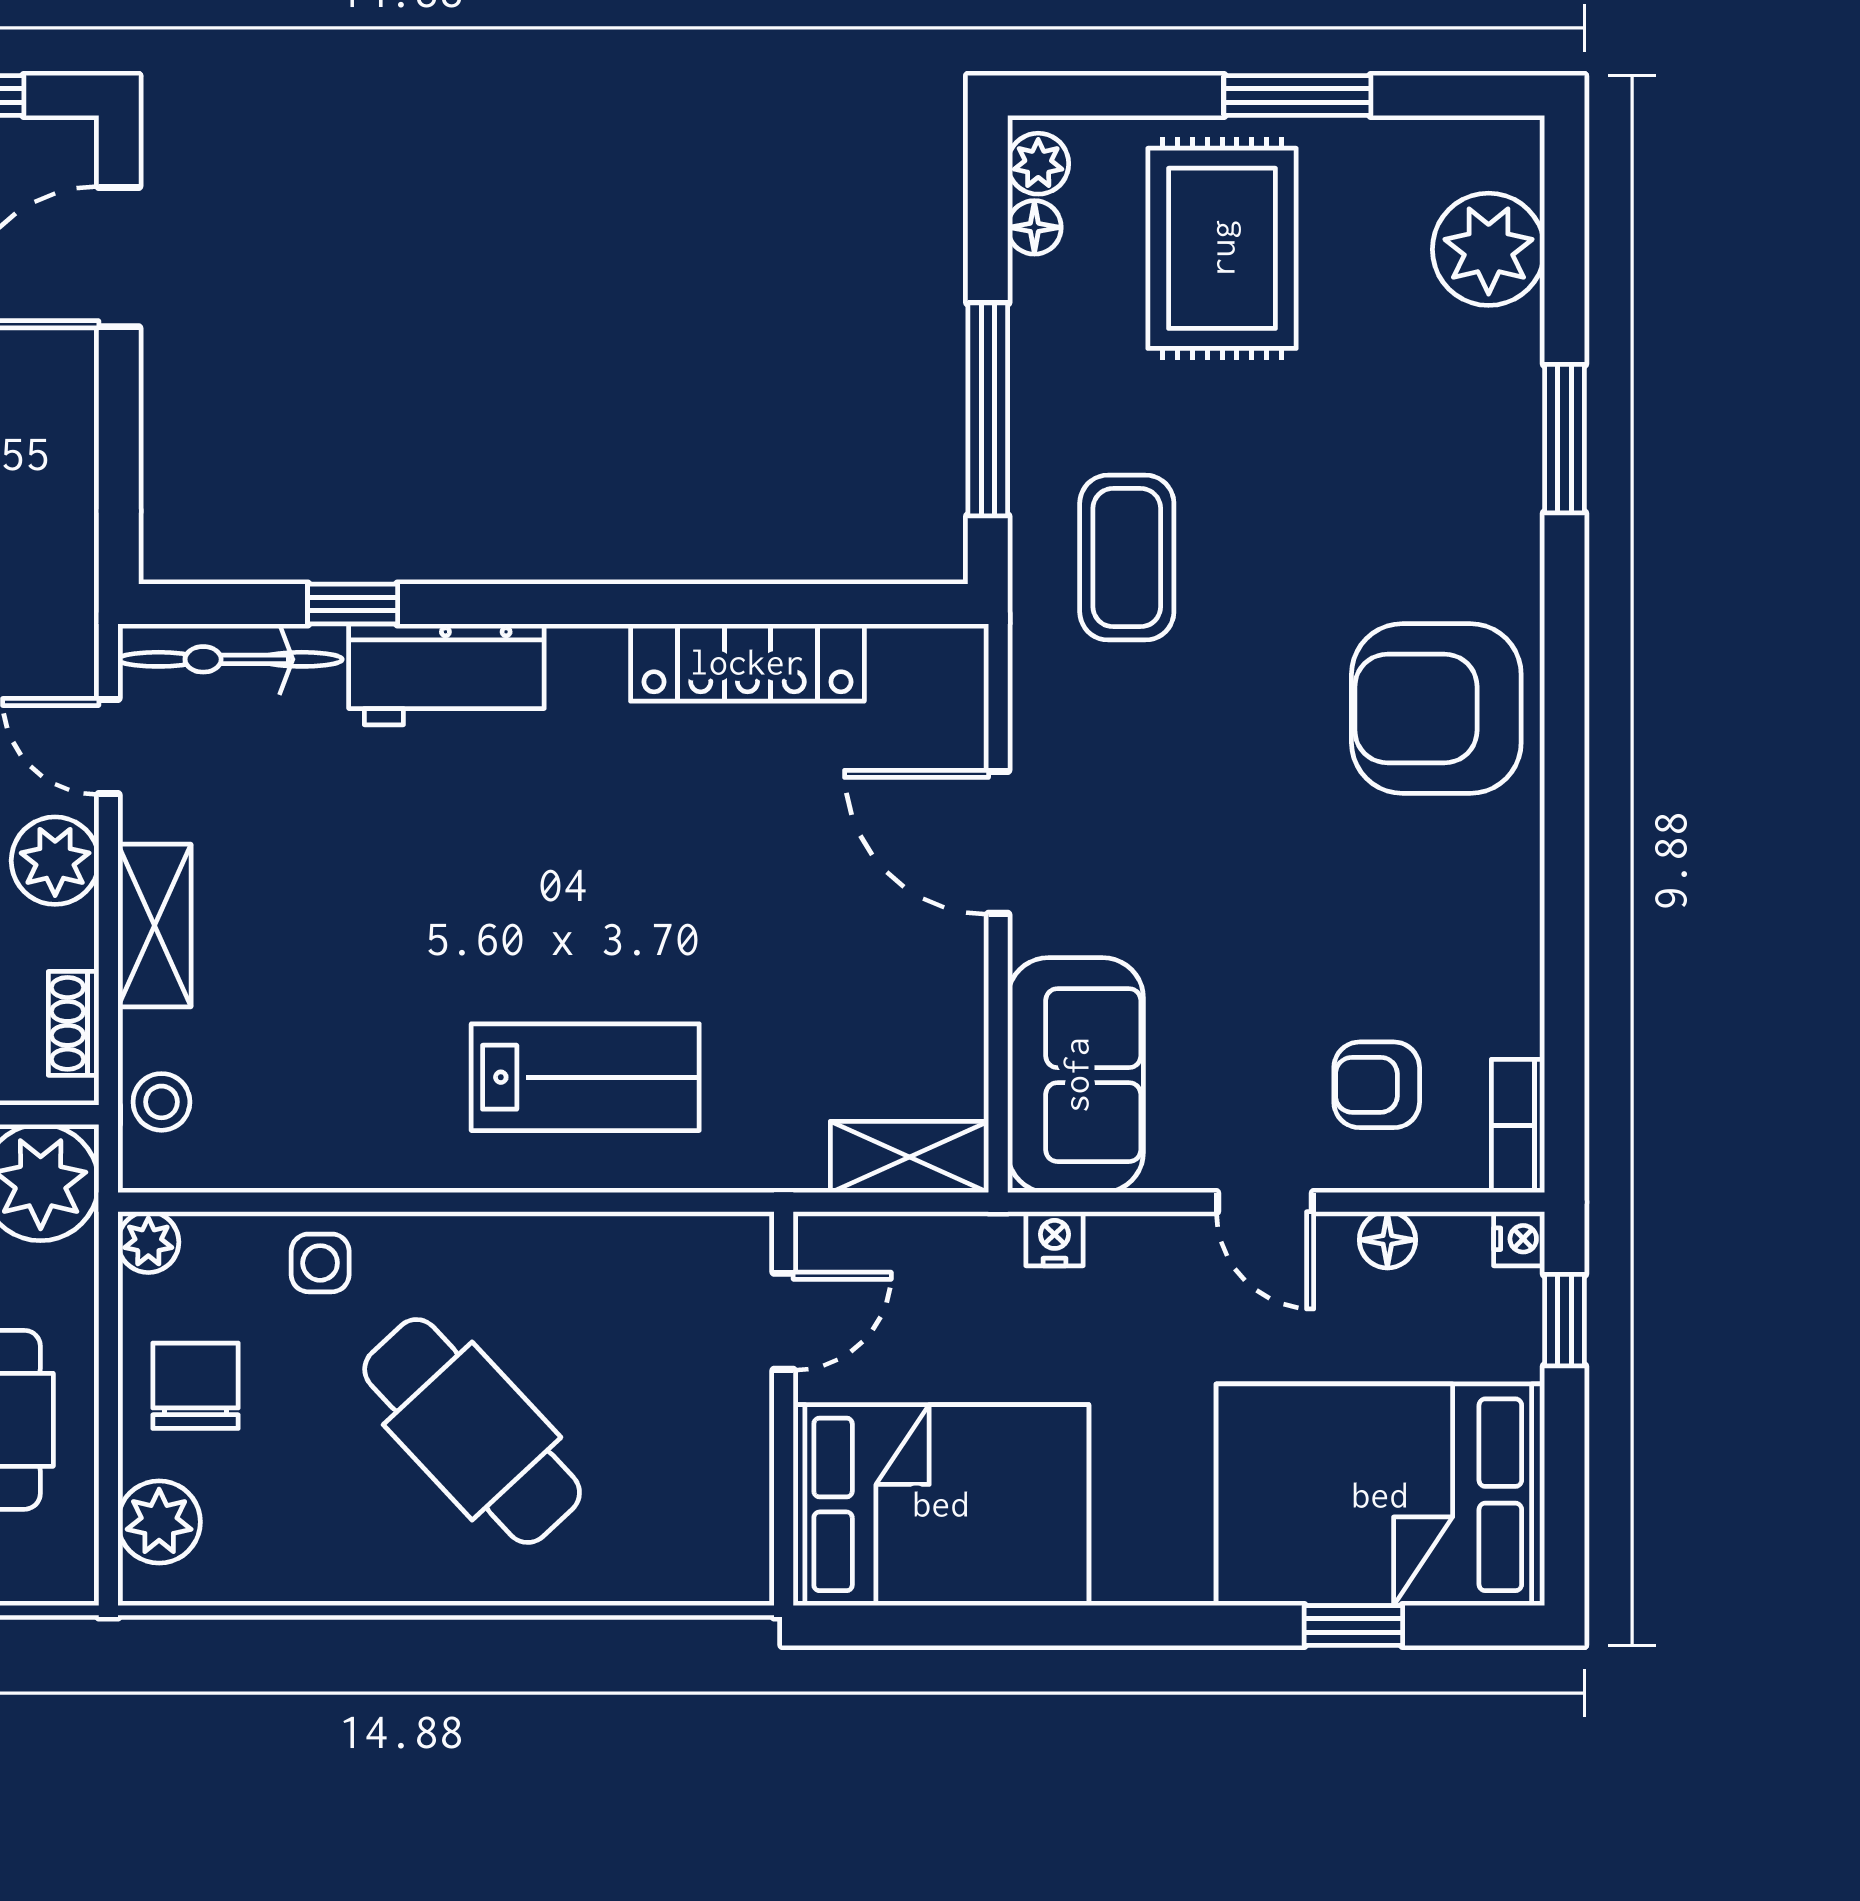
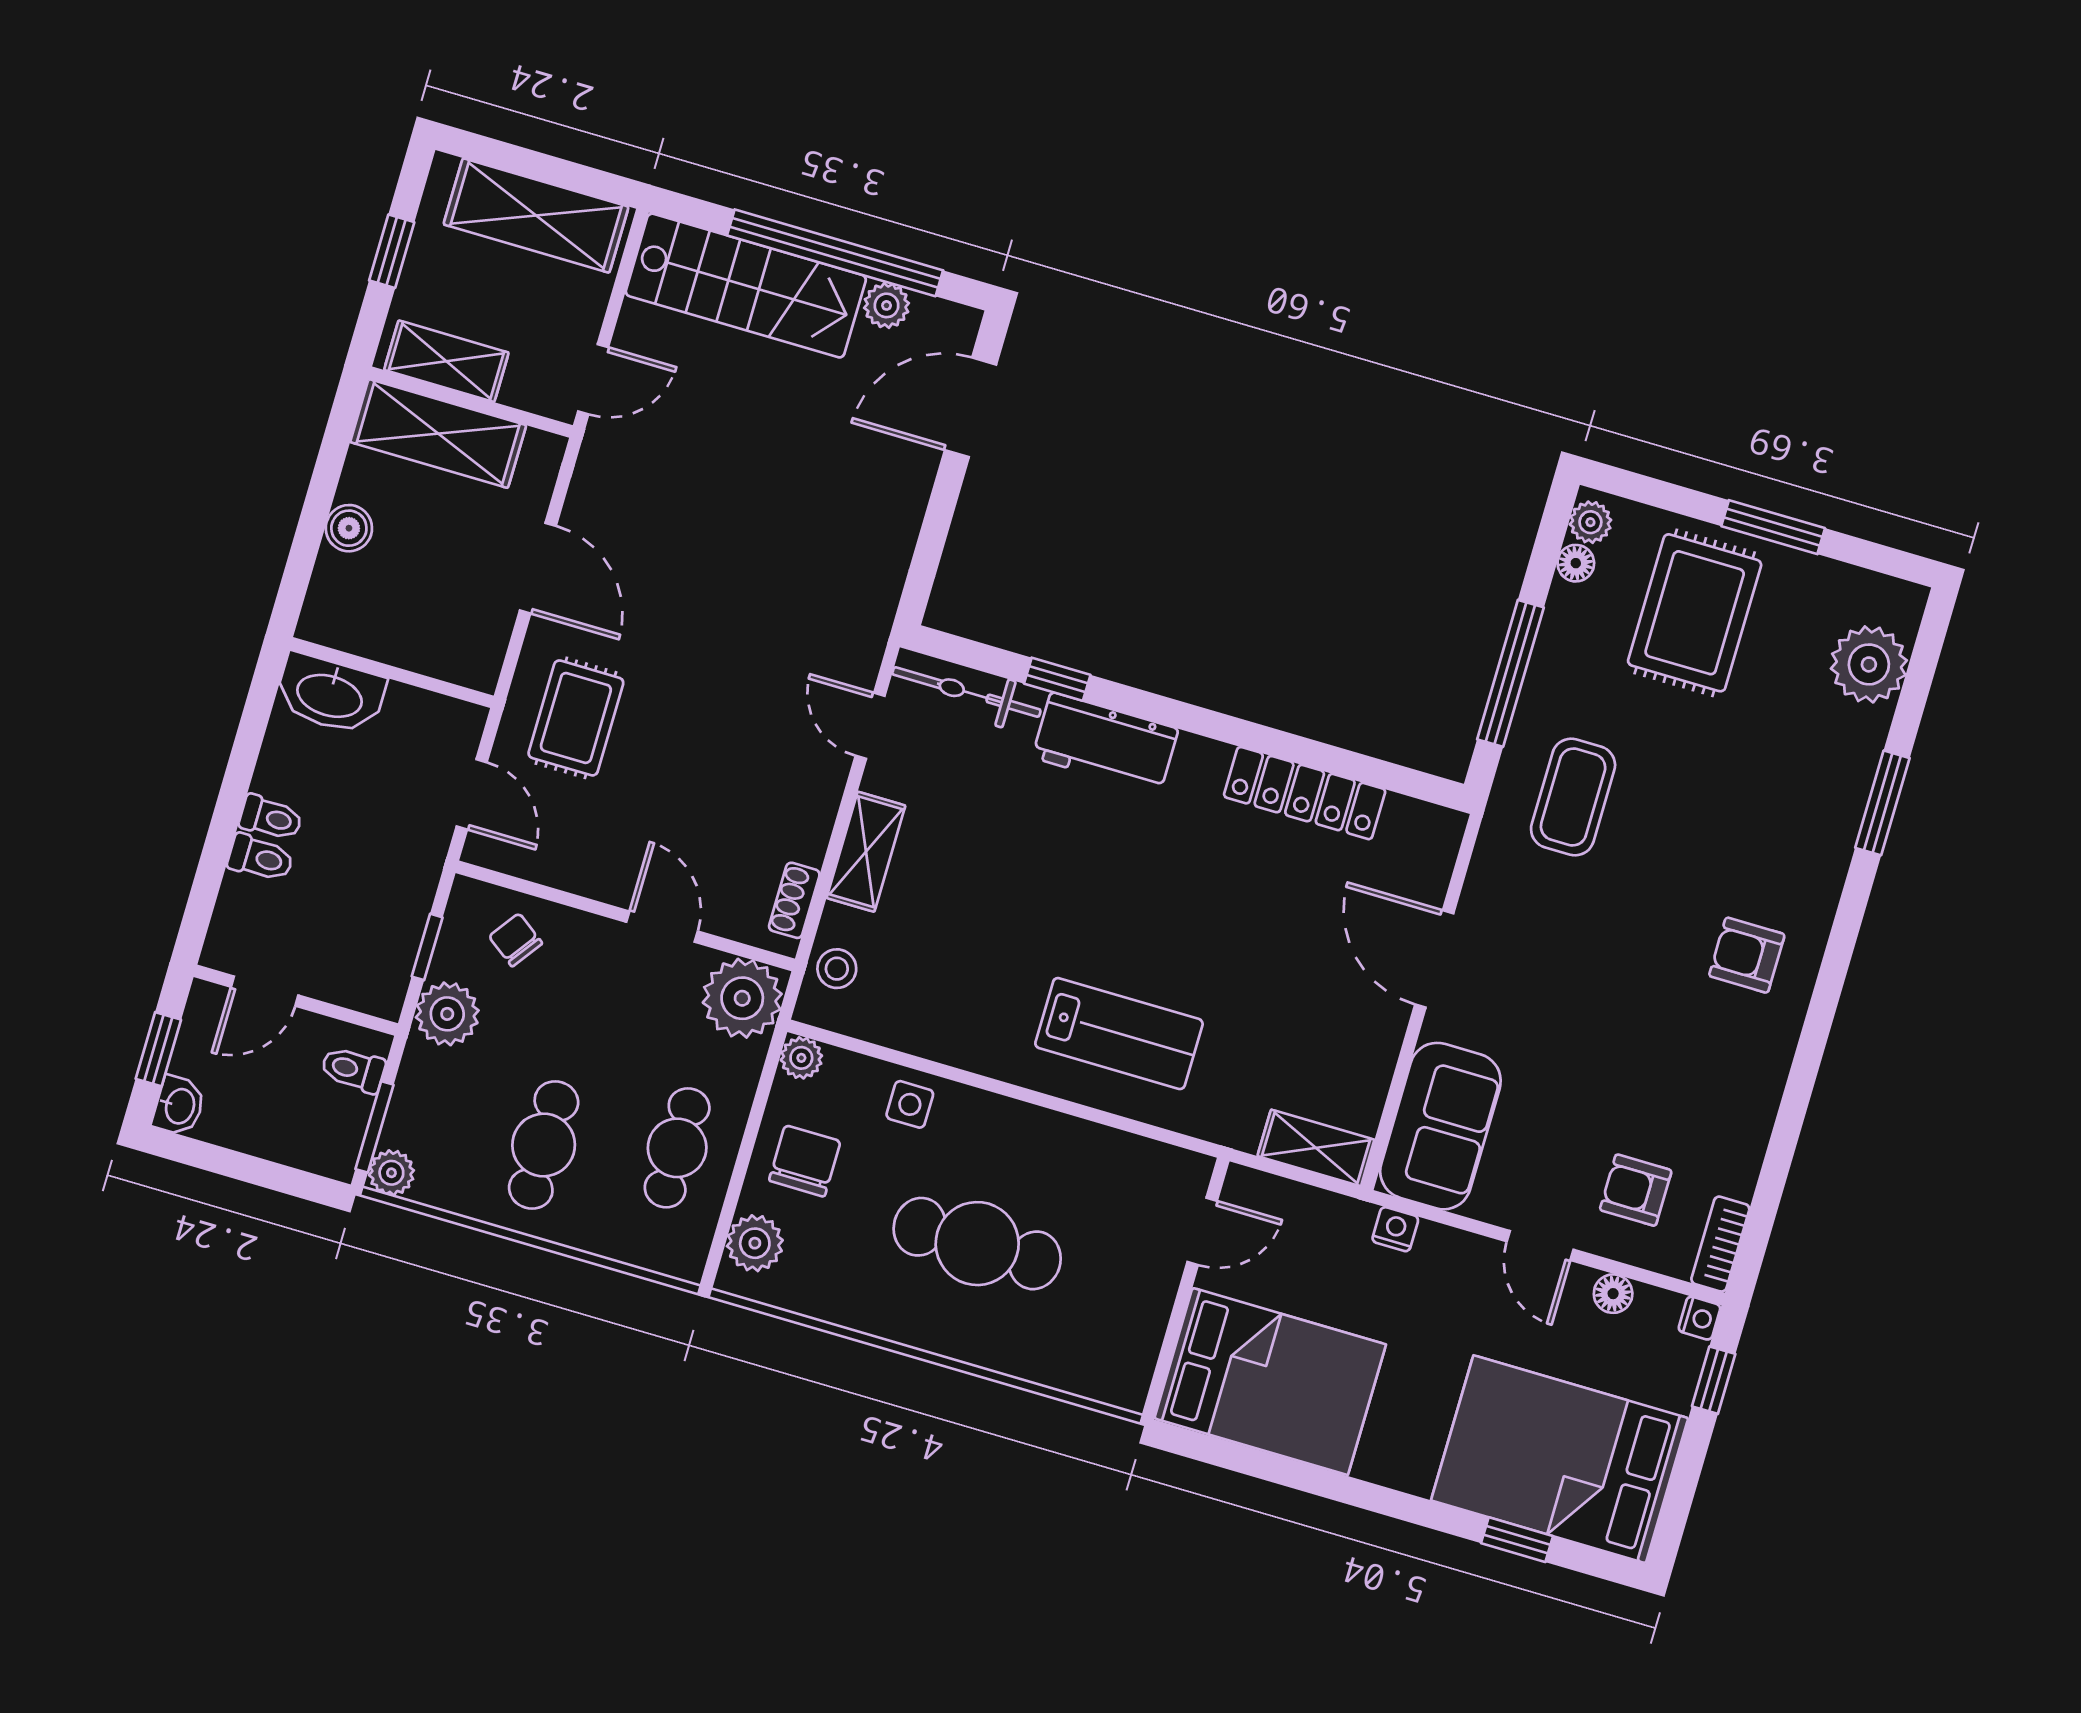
armchair: (1436, 708) -> (1747, 955), width x0.53, depth x0.53
plant: (55, 861) -> (813, 790), removed
cafe table: (472, 1431) -> (977, 1244), turned -47

